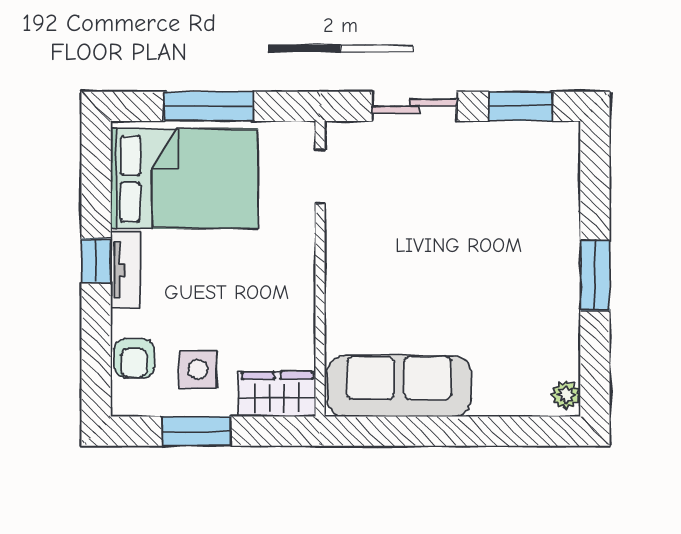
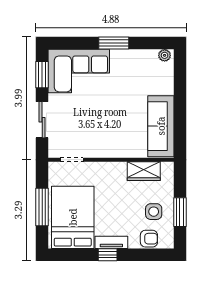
corner sofa: (529, 193) -> (79, 71), added
wardrobe: (277, 394) -> (144, 171), moved, turned -90

